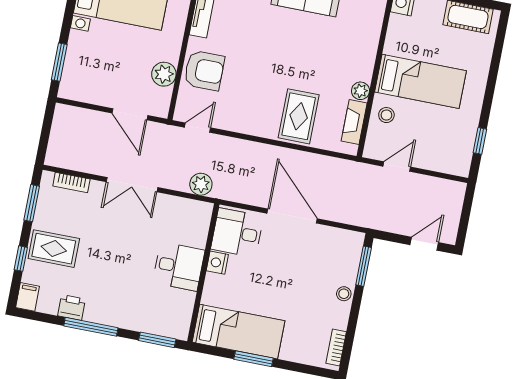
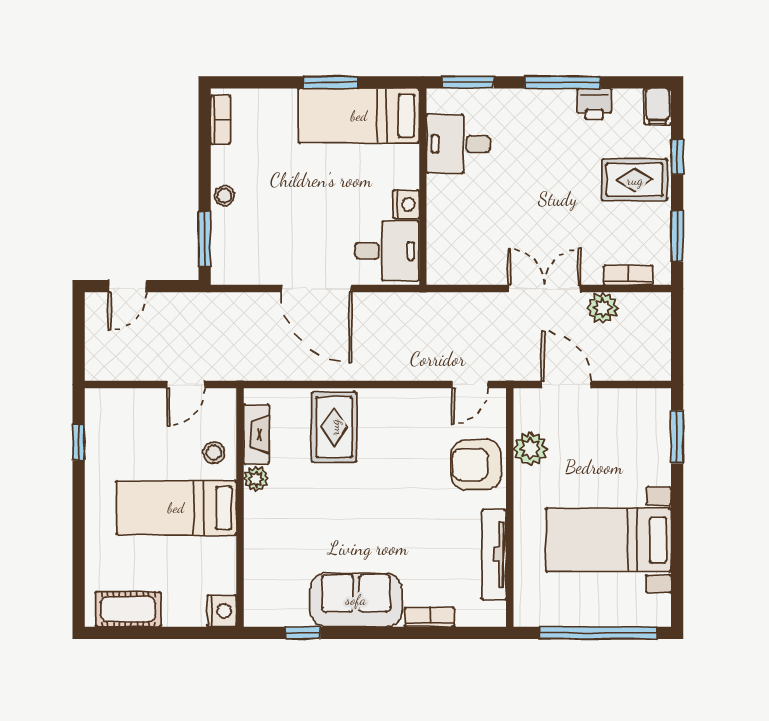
plant: (201, 184) -> (603, 308), moved
desk: (179, 266) -> (458, 144), moved

